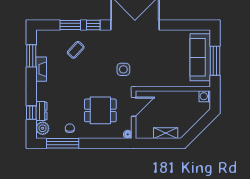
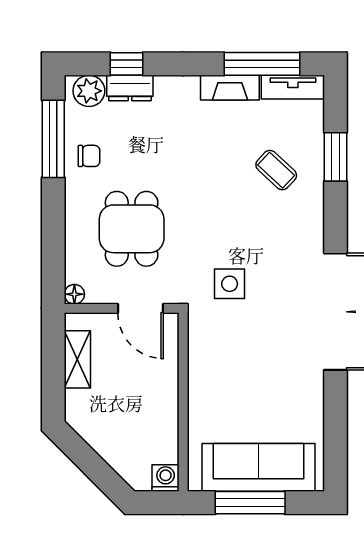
window: (93, 25) -> (335, 212), removed
tv unit: (41, 43) -> (293, 87), added
window: (31, 56) -> (262, 64), width x1.44
shelving: (166, 133) -> (77, 359), moved

